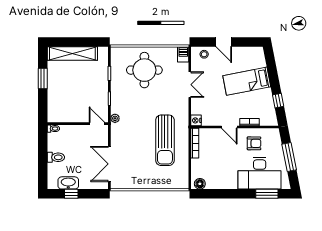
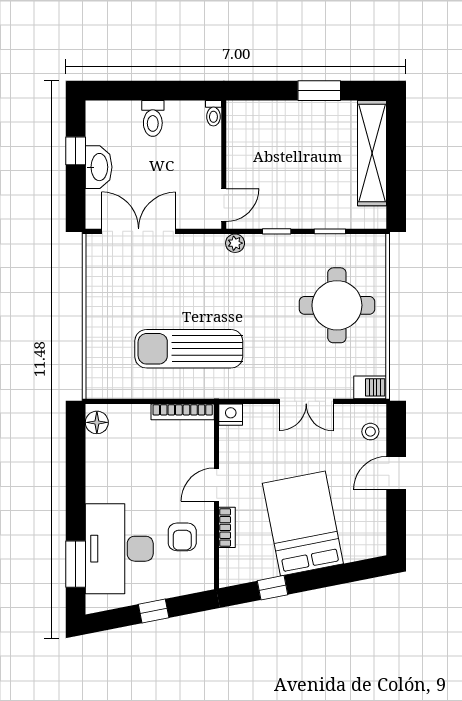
bed: (247, 81) -> (303, 523), width x1.50
window: (289, 157) -> (154, 611), width x0.46
washbasin: (68, 183) -> (99, 167), moved

